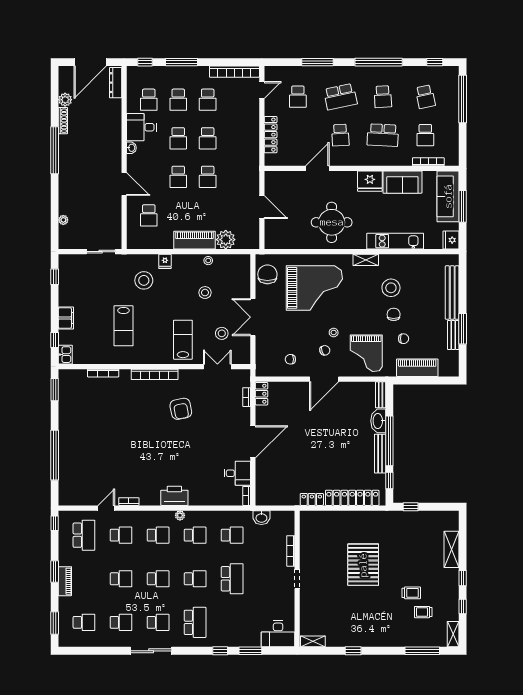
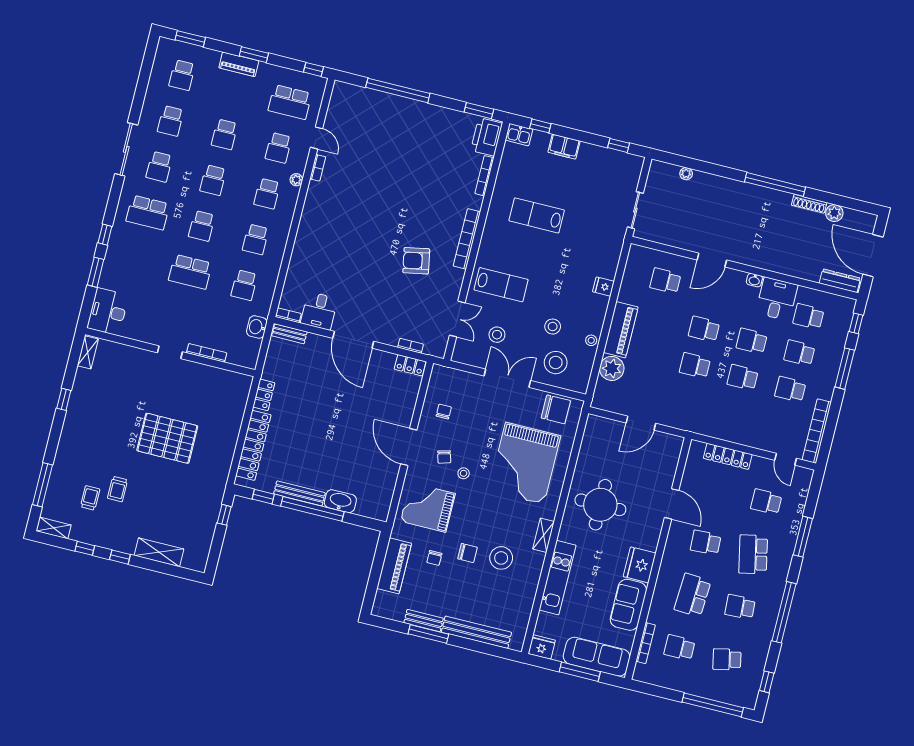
stool: (144, 280) -> (556, 363), moved
bench: (381, 395) -> (289, 334), moved
printer: (174, 496) -> (487, 137), moved, turned 180
plant: (180, 515) -> (296, 180), moved

